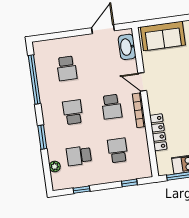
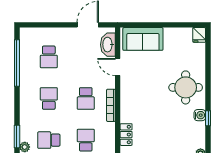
door: (142, 82) -> (118, 67), moved
locker: (158, 132) -> (126, 135), width x0.66
window: (42, 137) -> (17, 136), moved

